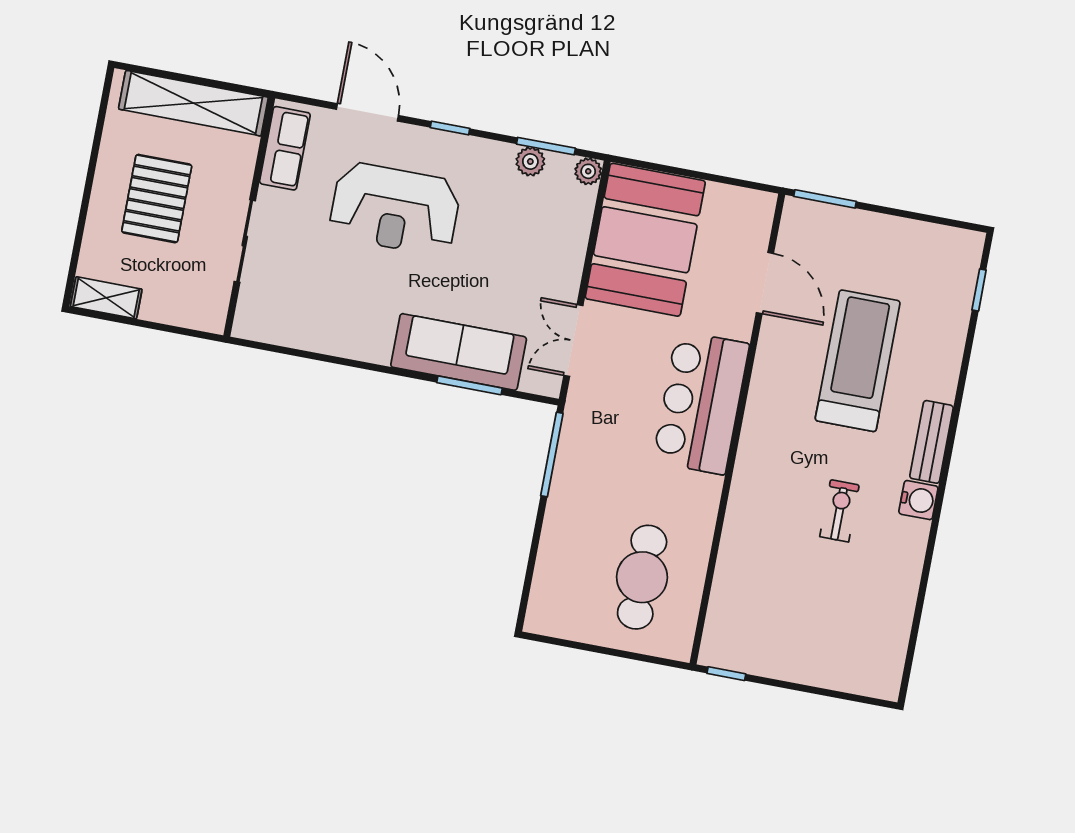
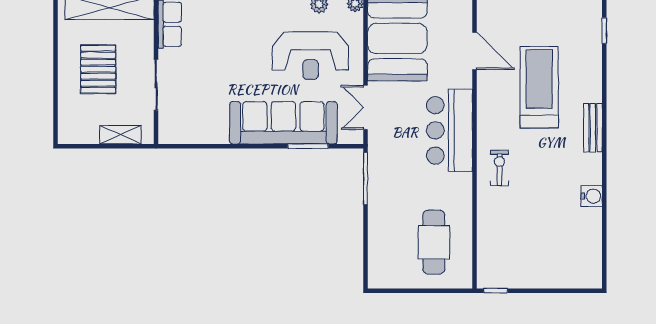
reception desk: (395, 209) -> (311, 56), moved
shelving: (106, 298) -> (120, 135), moved
sofa: (459, 352) -> (283, 123), width x1.36, depth x1.27
water cooler: (918, 500) -> (592, 196), moved
exercise bike: (839, 511) -> (499, 168), moved

